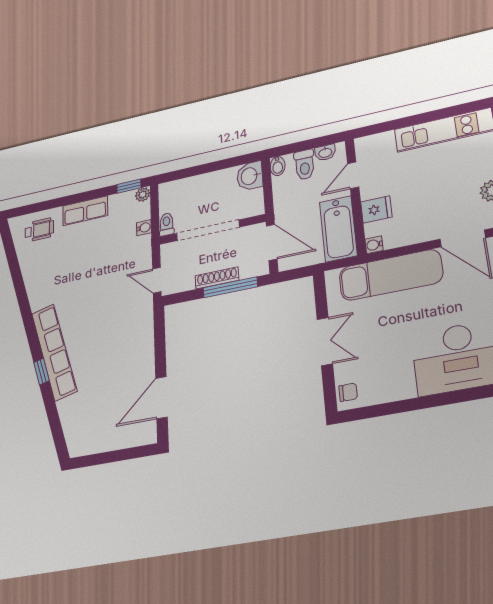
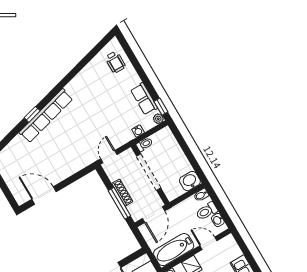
row of seats: (85, 211) -> (144, 99), moved

